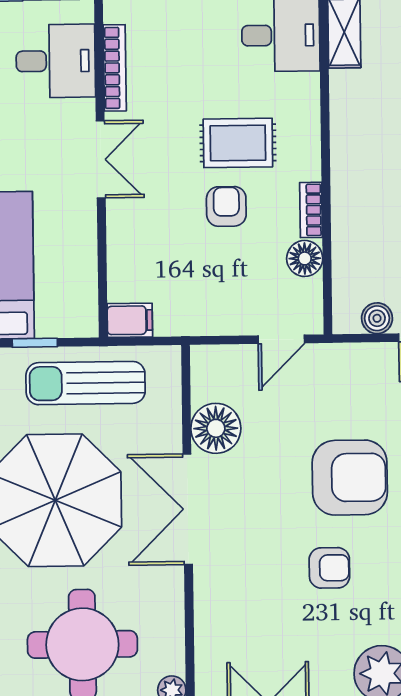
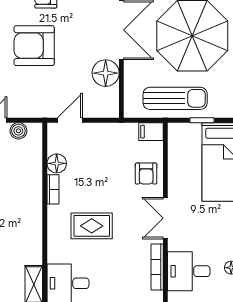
armchair: (226, 206) -> (146, 174), moved

